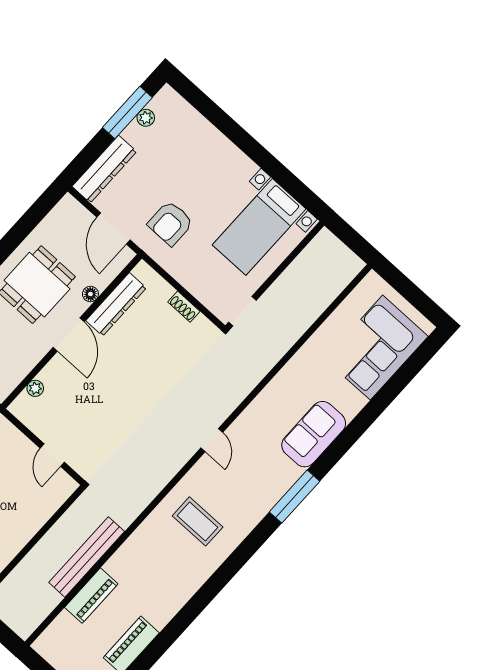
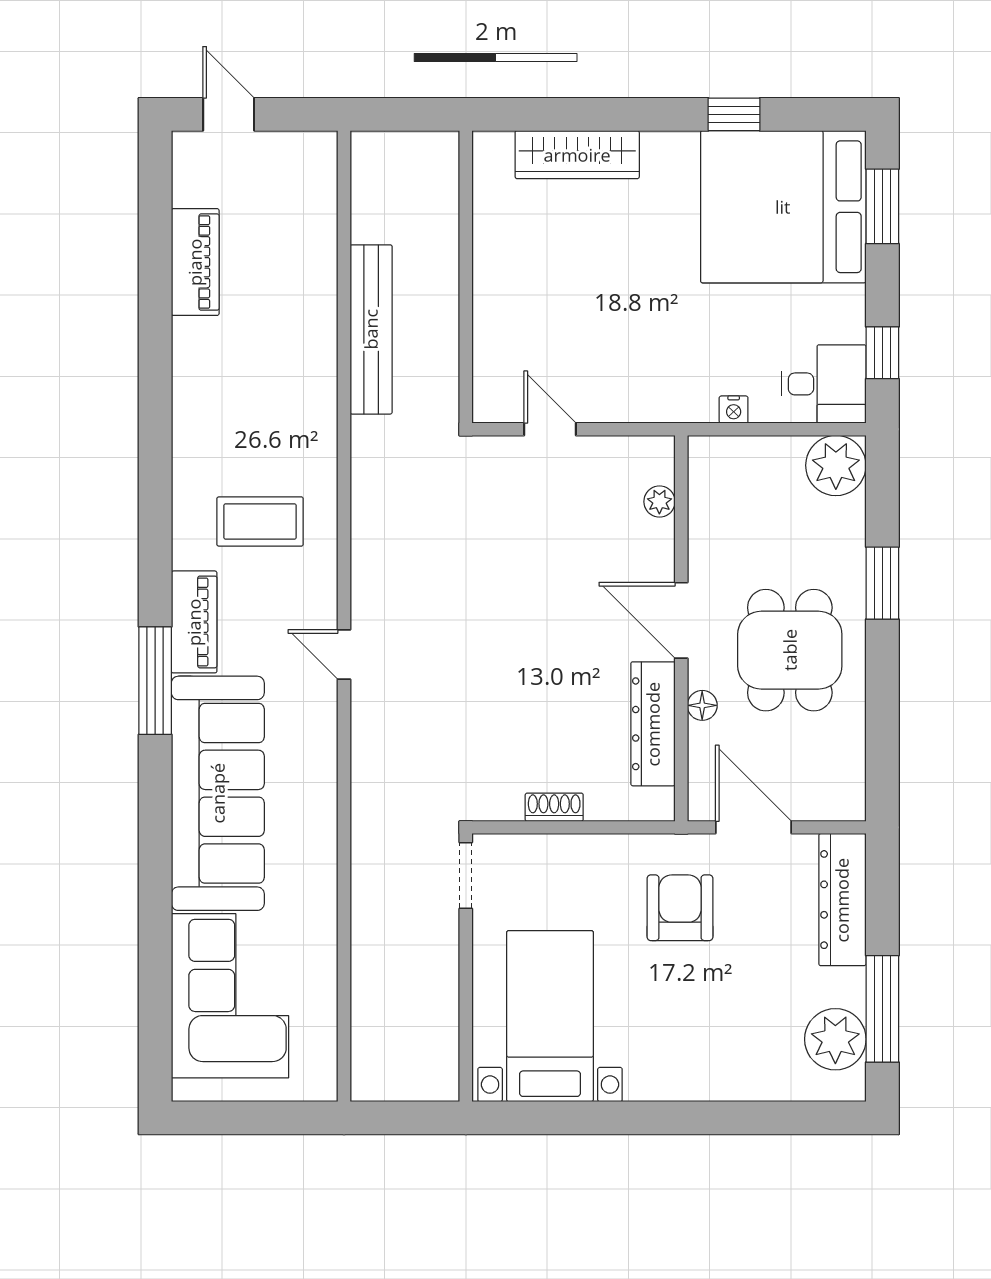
plant: (146, 118) -> (835, 1039), width x1.88, depth x1.88
sofa: (314, 434) -> (218, 793), width x1.85, depth x1.27
piano: (91, 596) -> (194, 622), moved, turned 180

